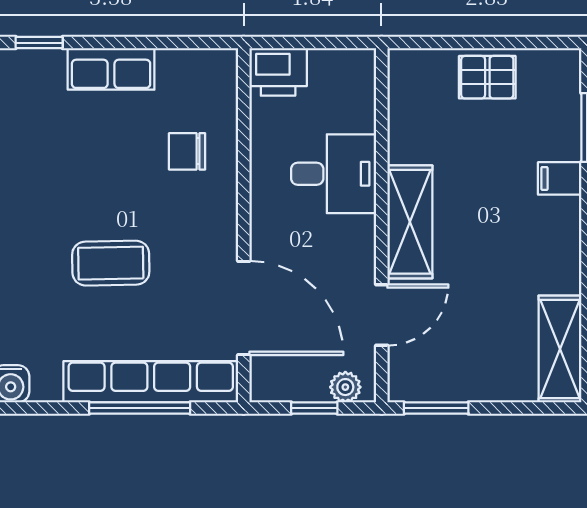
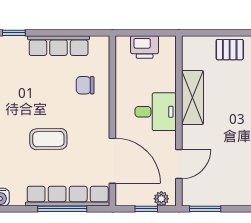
row of seats: (111, 69) -> (59, 46), width x1.48
printer: (278, 72) -> (145, 47), moved
desk: (334, 174) -> (156, 112), moved
shelving: (410, 222) -> (192, 97), moved

